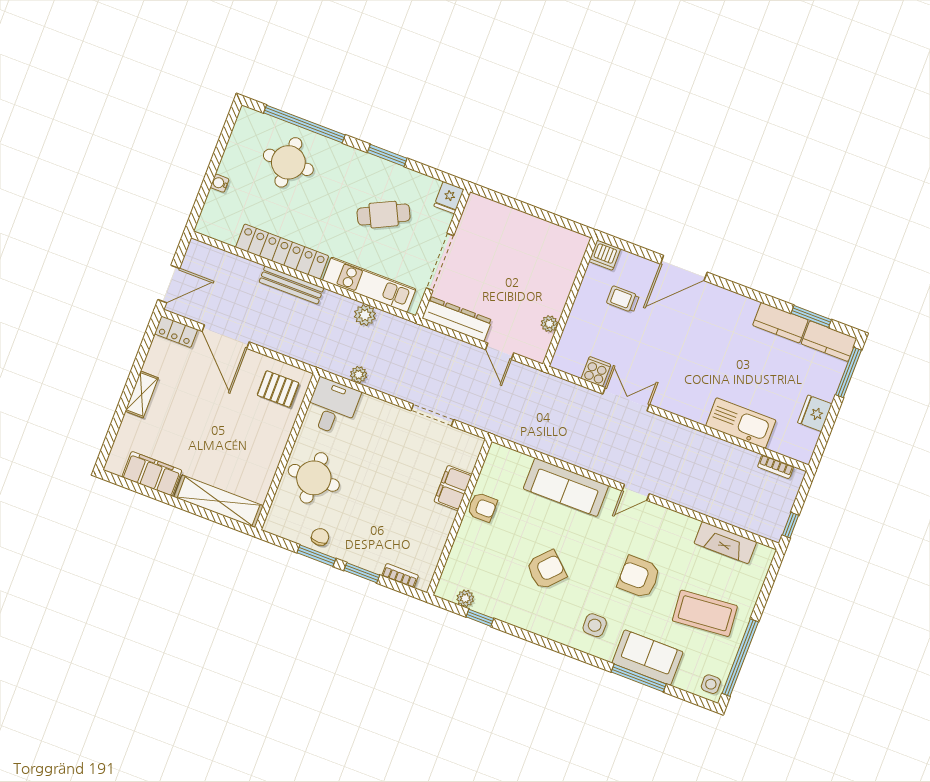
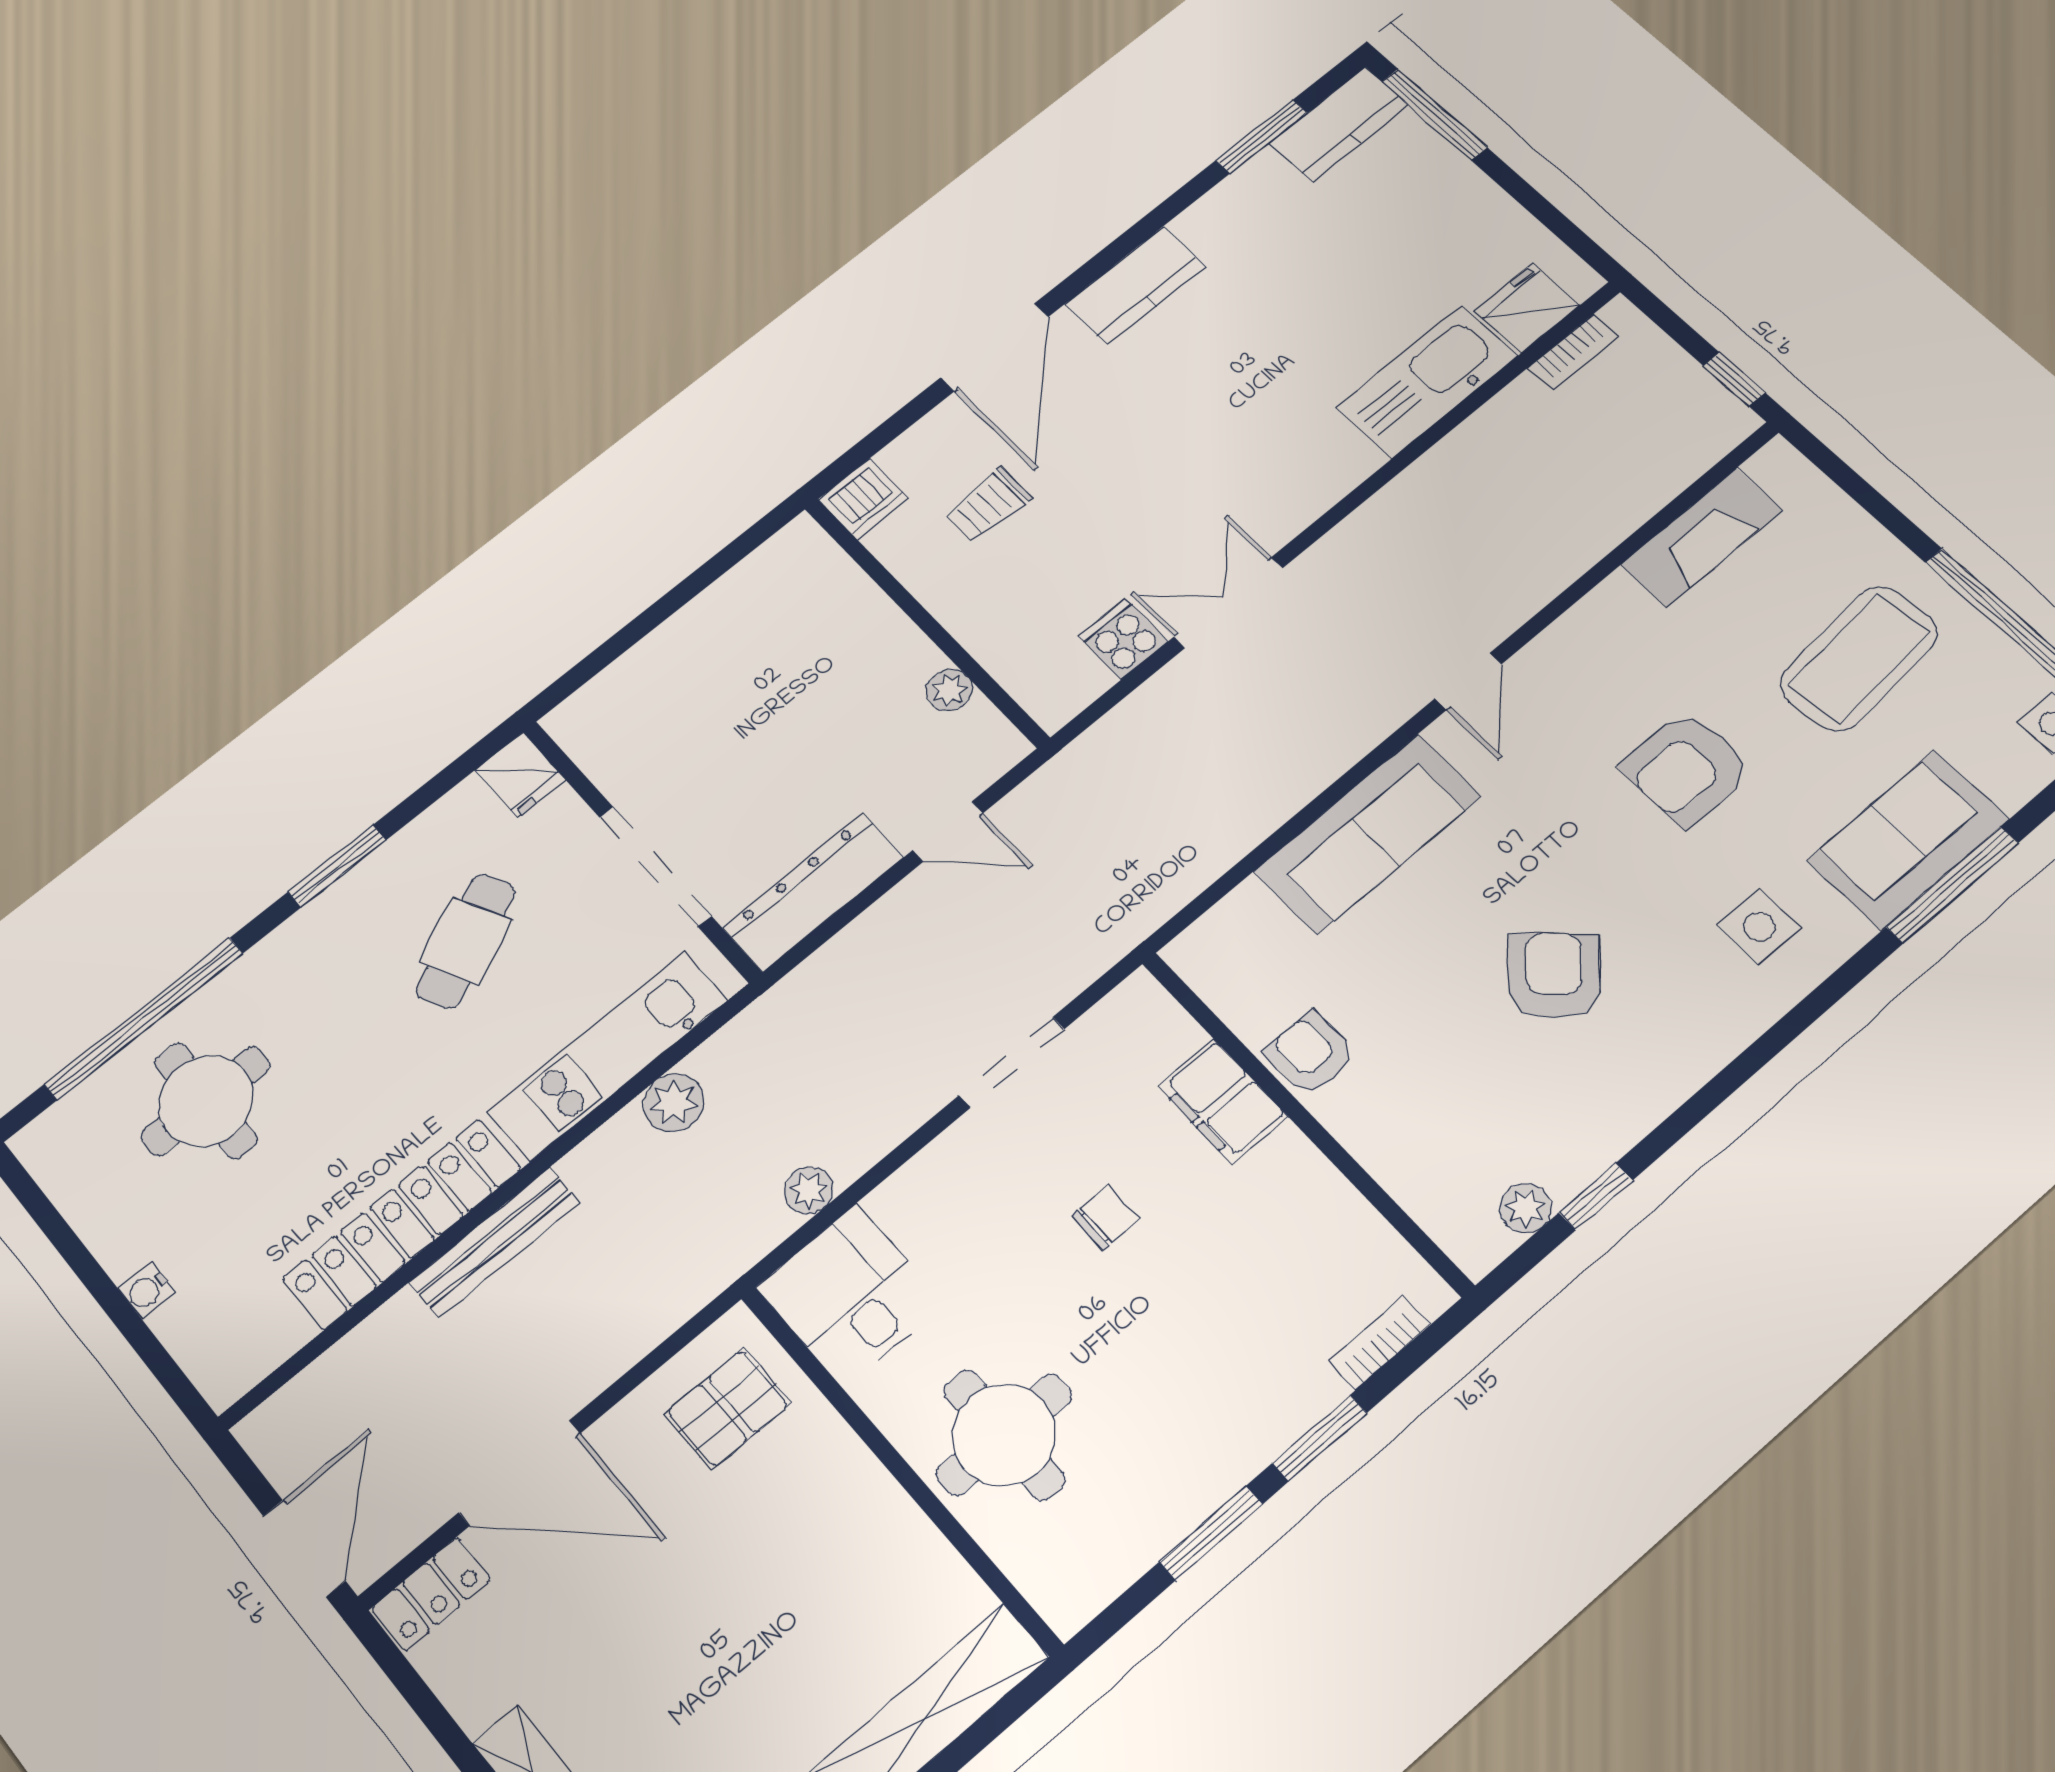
kitchen counter: (780, 323) -> (1135, 285), moved
fridge: (815, 413) -> (1527, 308), moved, turned 90
armchair: (482, 507) -> (1310, 1054), turned -90
chair: (320, 537) -> (1106, 1217), moved, turned 90

